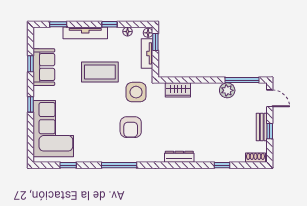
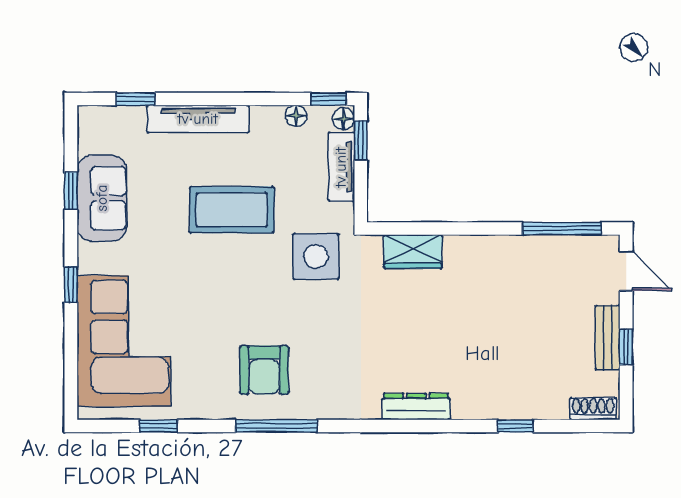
window: (109, 24) -> (329, 99), moved
plant: (227, 90) -> (527, 252), removed
armchair: (131, 127) -> (264, 370), moved

